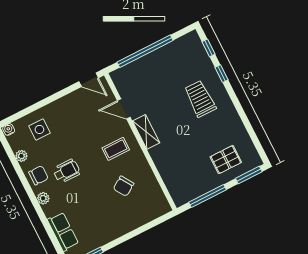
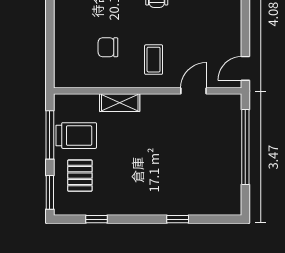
window: (208, 48) -> (97, 219), moved
trolley: (200, 99) -> (76, 136), moved
shelving: (146, 132) -> (120, 103), moved
chair: (124, 186) -> (108, 47), turned -57

